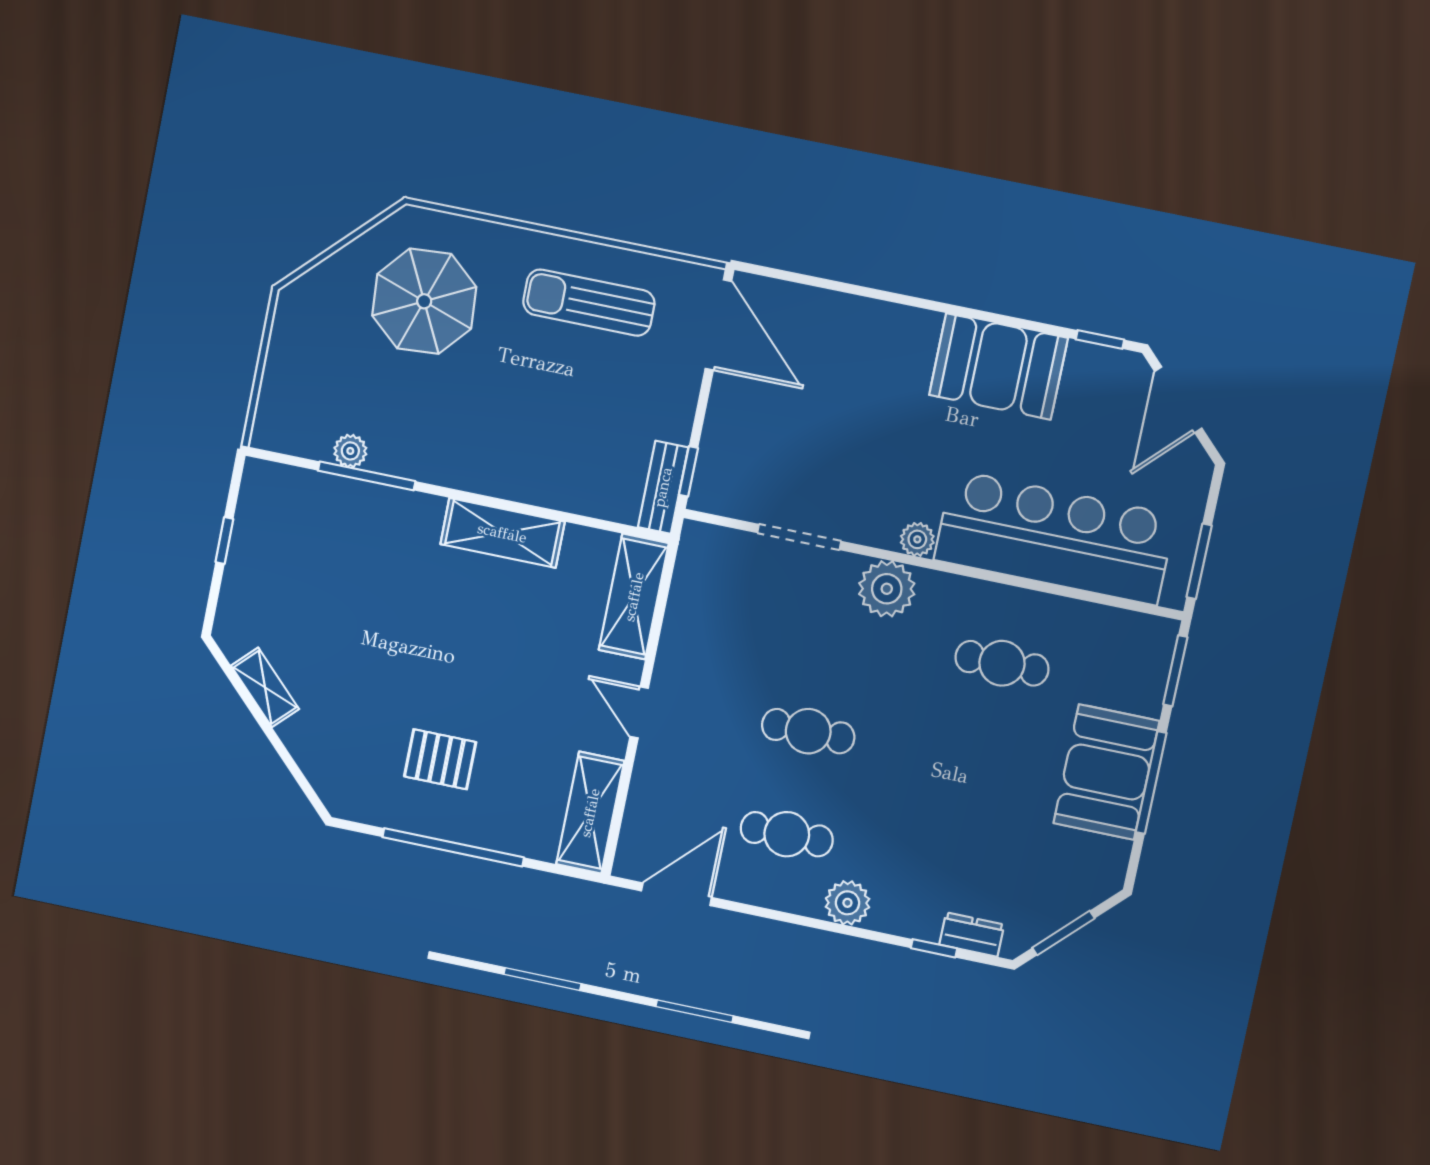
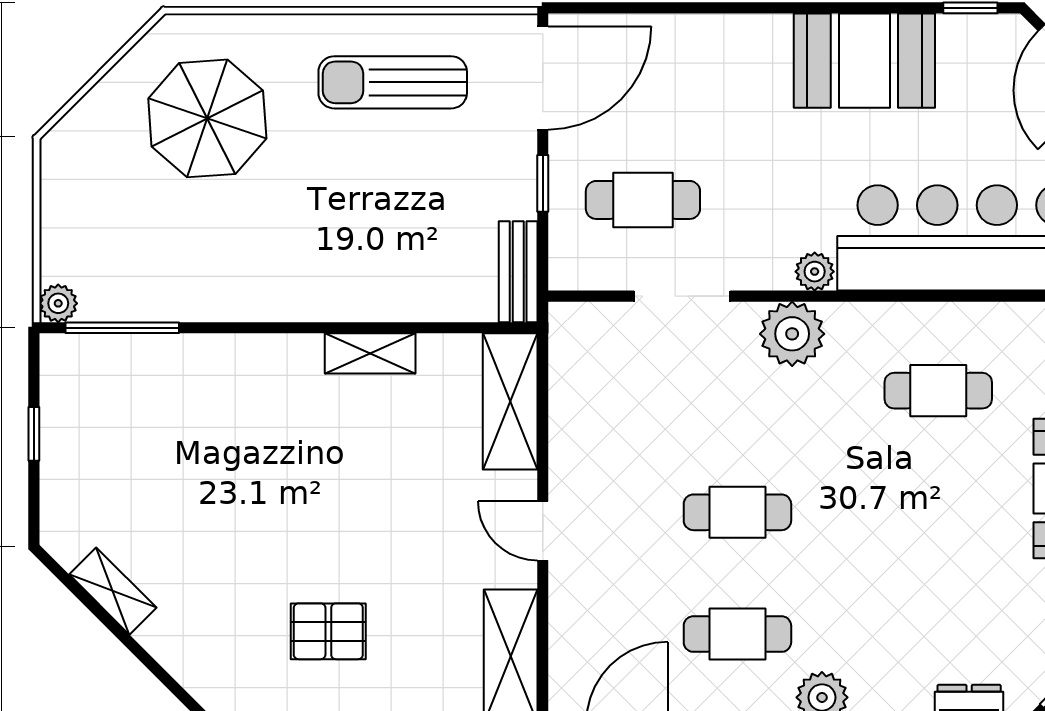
door: (718, 325) -> (543, 78), hinge flipped
cafe table: (783, 448) -> (643, 200), added
plant: (350, 451) -> (58, 303), moved
window: (688, 471) -> (543, 183), moved
window: (367, 476) -> (122, 328), moved
shelving: (502, 533) -> (370, 353), width x0.67, depth x0.75

